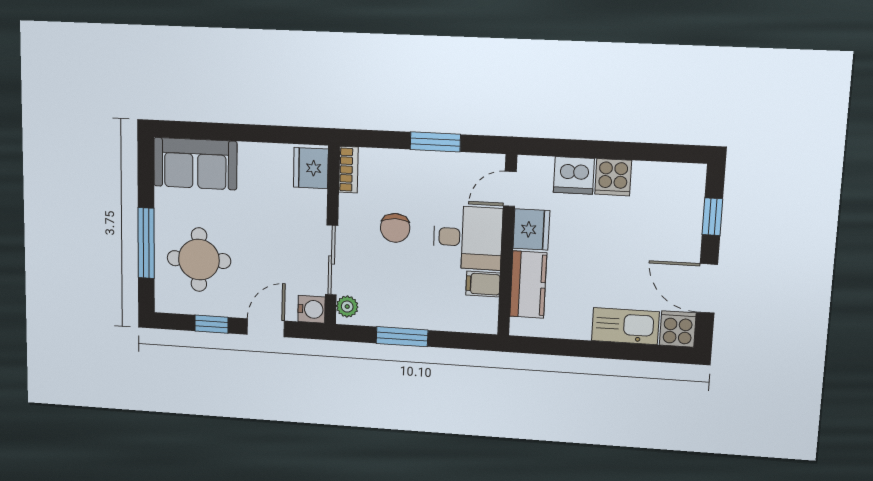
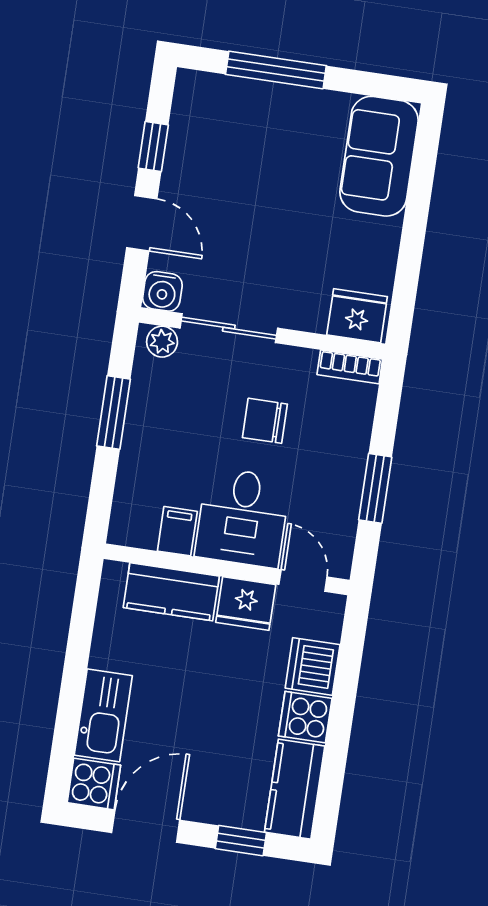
kitchen counter: (669, 180) -> (295, 789), added
round table: (199, 260) -> (246, 142), removed

